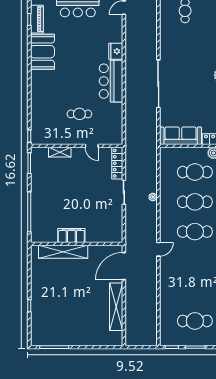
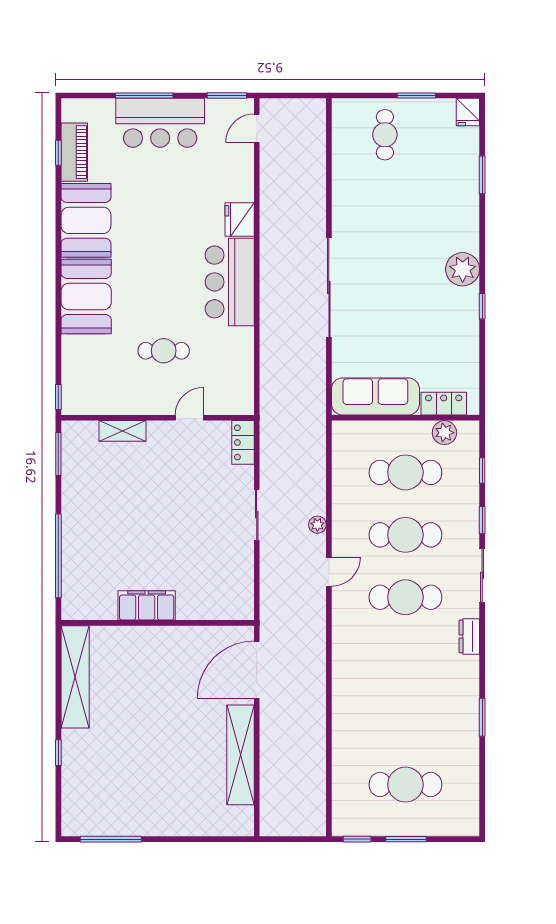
booth: (42, 88) -> (86, 297), added
door: (92, 146) -> (189, 418), swing flipped
locker: (117, 163) -> (243, 442), width x0.66
door: (158, 249) -> (329, 572), moved
shelving: (63, 252) -> (75, 677), moved, turned 90

